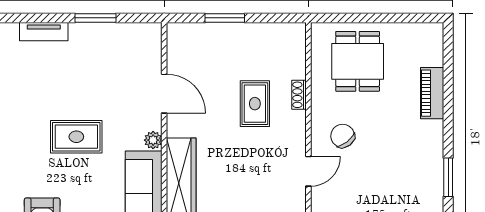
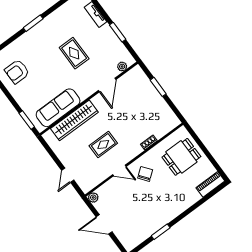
piano: (432, 93) -> (210, 184), moved
rug: (255, 104) -> (103, 144), moved
rug: (76, 137) -> (74, 53), moved
plant: (153, 140) -> (122, 67), moved

